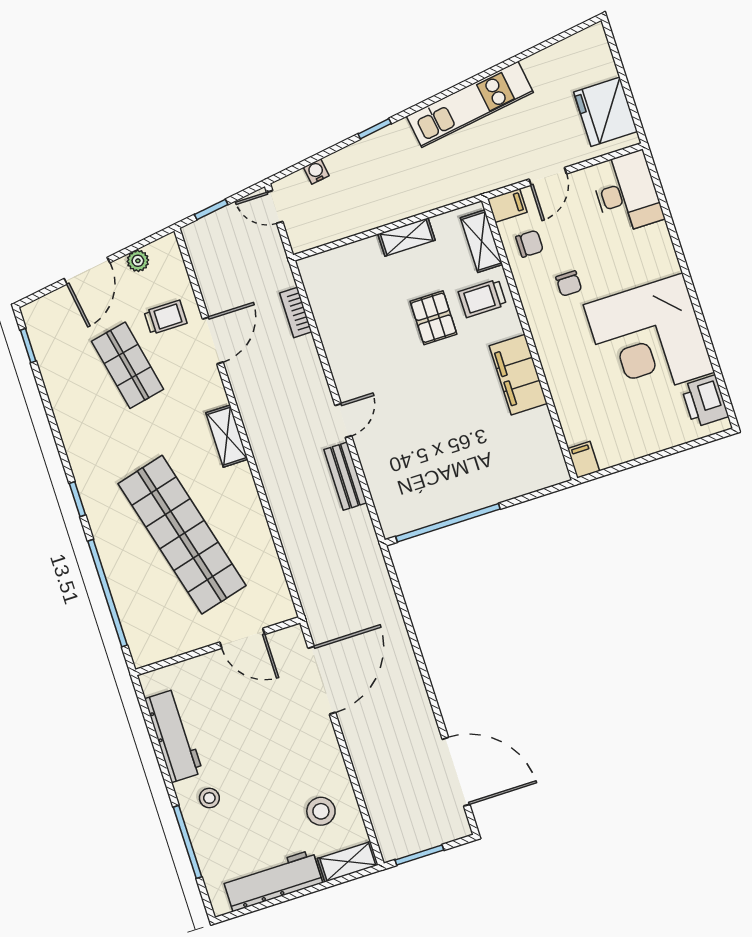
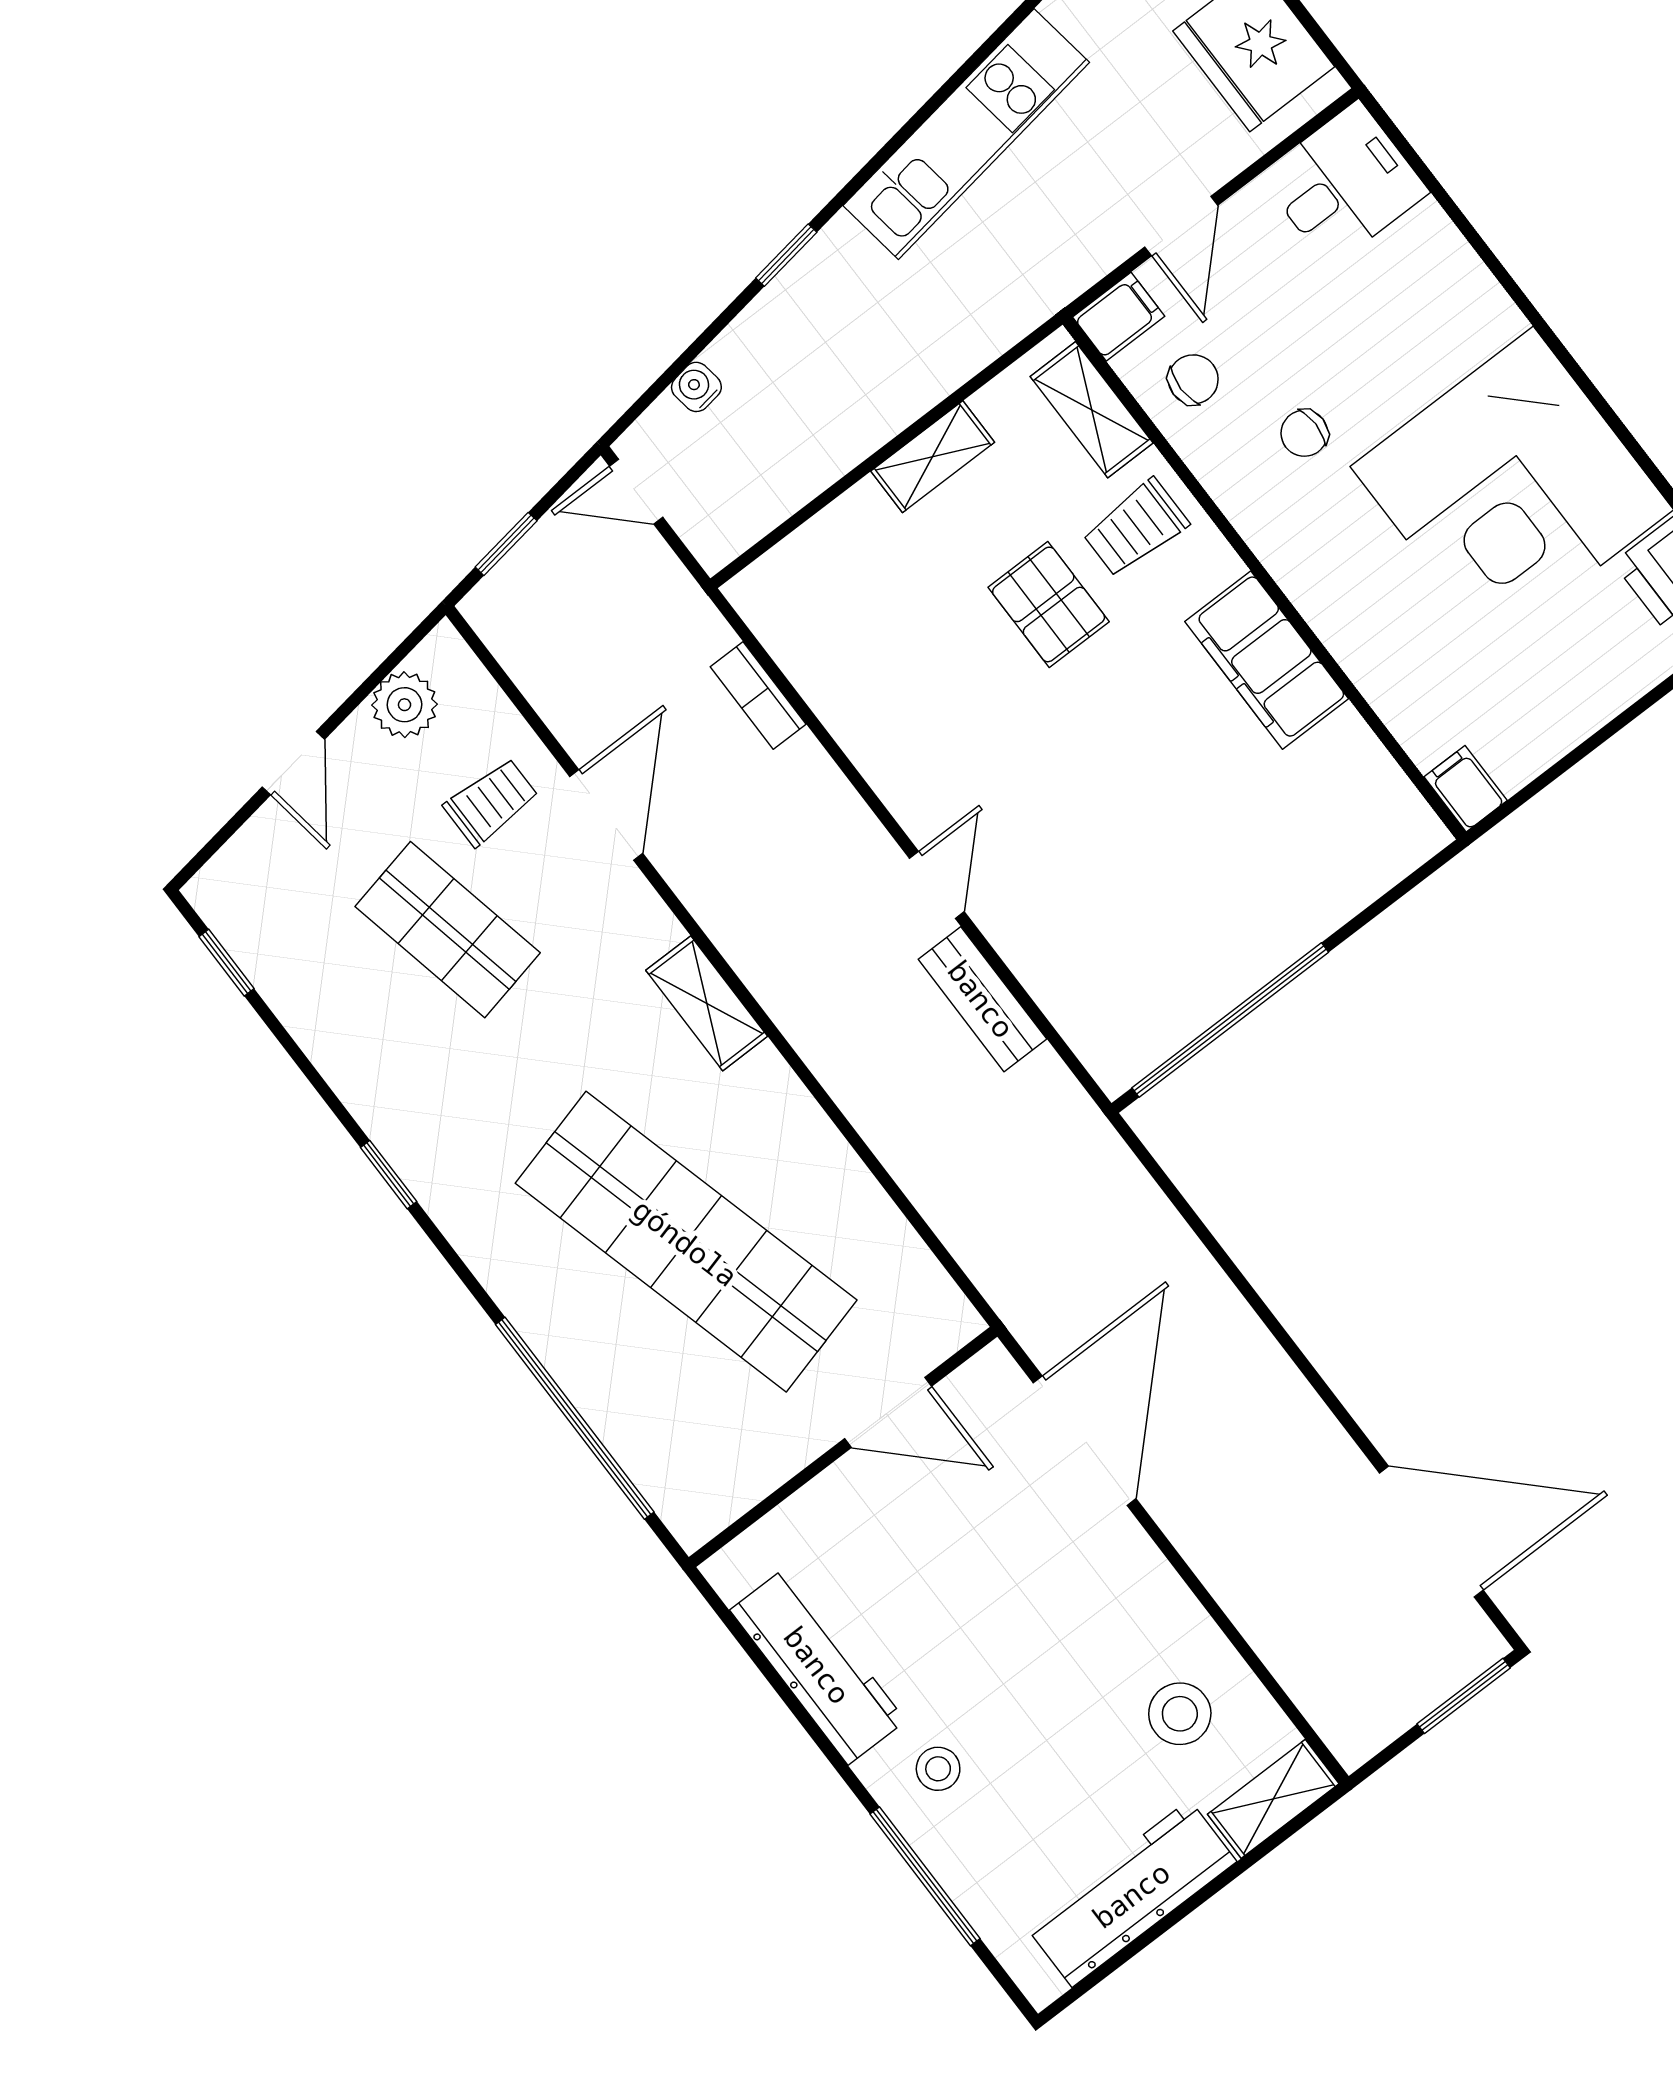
desk: (627, 193) -> (1344, 184), width x0.73
plant: (138, 261) -> (404, 705), width x1.38, depth x1.38
door: (87, 271) -> (293, 763), width x0.73
chair: (569, 284) -> (1304, 433), turned 90
window: (77, 499) -> (389, 1175), moved
window: (419, 855) -> (1464, 1696), moved

